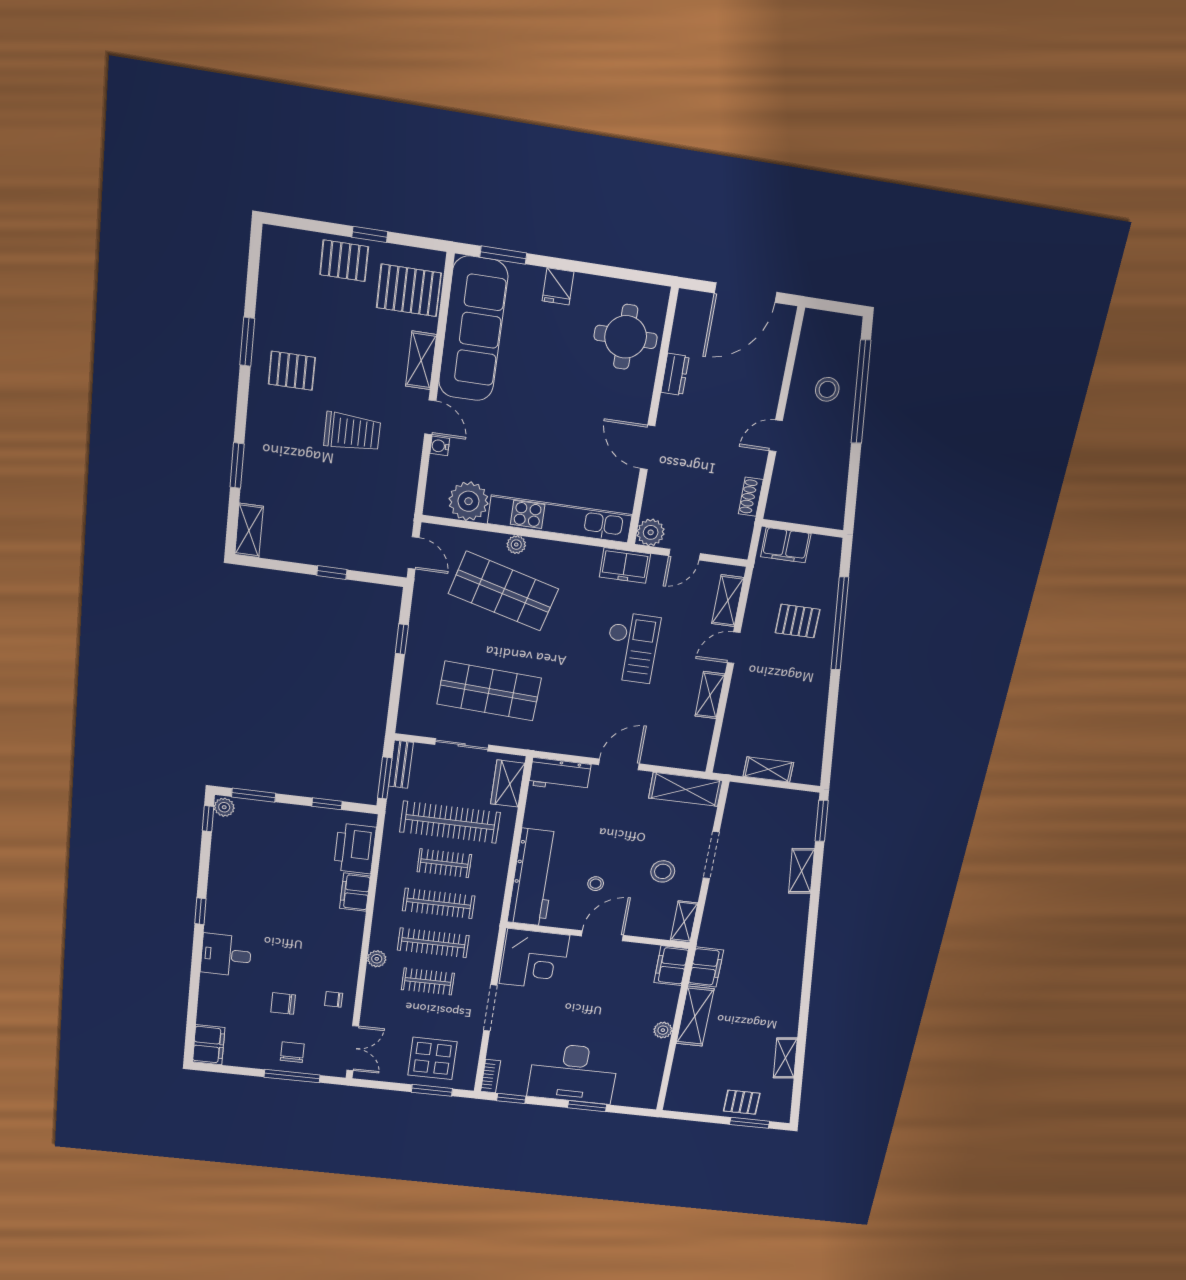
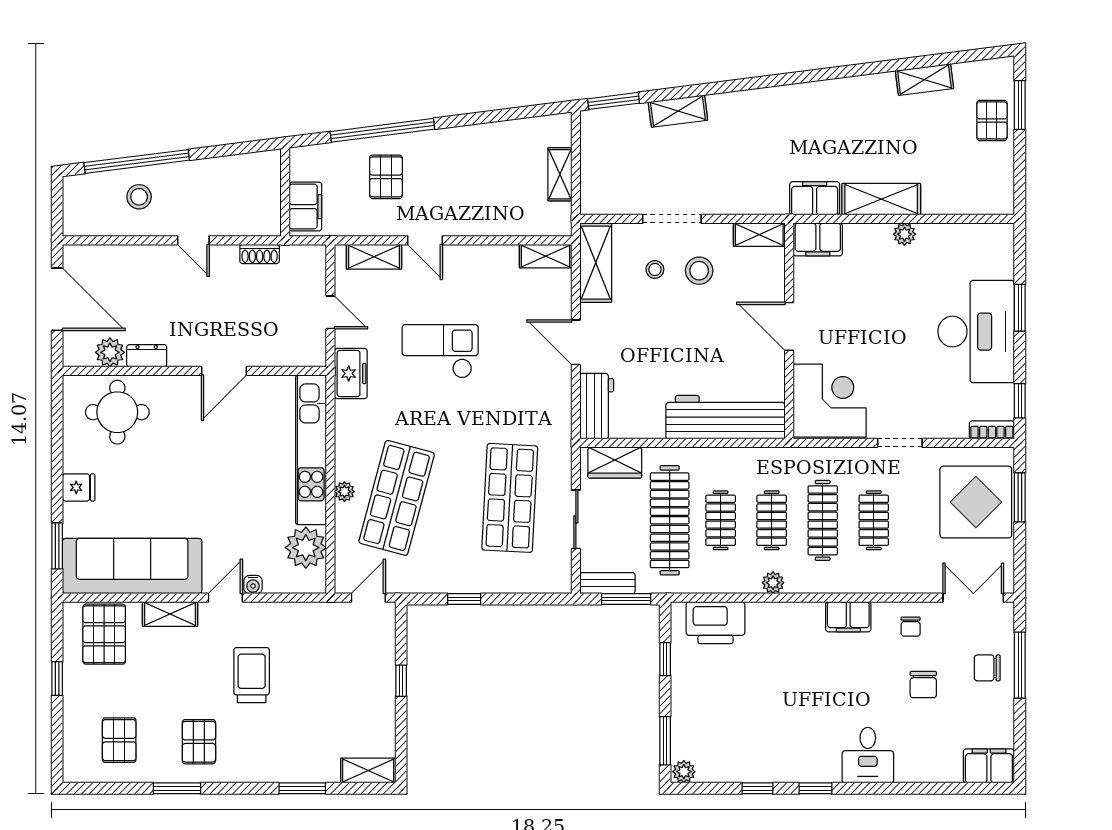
pallet: (344, 261) -> (119, 740), moved
plant: (651, 532) -> (110, 352), moved
shelving: (710, 695) -> (546, 256), moved
window: (208, 819) -> (758, 788), moved
stool: (596, 884) -> (655, 269), moved
filing cabinet: (355, 892) -> (848, 617), moved
clothes rail: (439, 903) -> (772, 520), width x0.73
plant: (377, 959) -> (773, 583), moved
doorway: (490, 1008) -> (900, 443), width x0.73
display table: (432, 1058) -> (976, 502), width x1.36, depth x1.36

